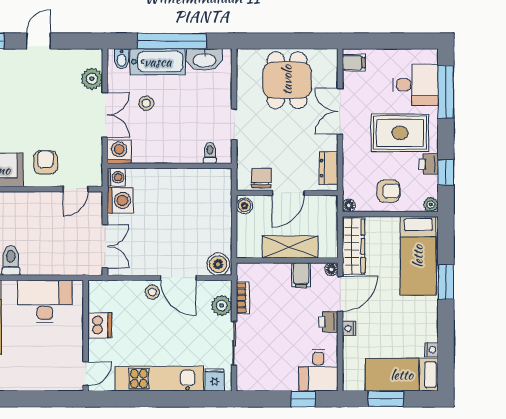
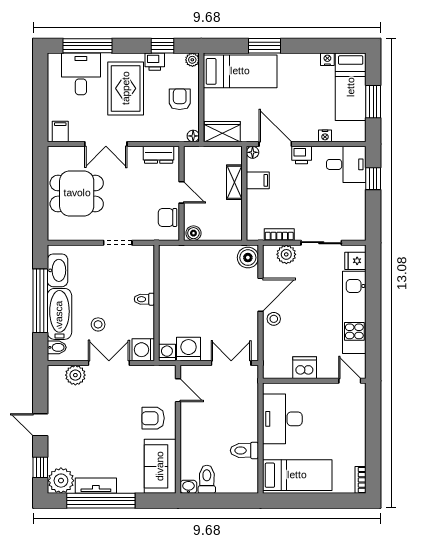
toilet: (210, 153) -> (144, 299), moved
door: (288, 193) -> (182, 192), width x0.73
wardrobe: (354, 246) -> (222, 132), width x0.67
shelving: (290, 247) -> (234, 182), width x0.67, depth x0.75
nightstand: (349, 329) -> (325, 136), moved

